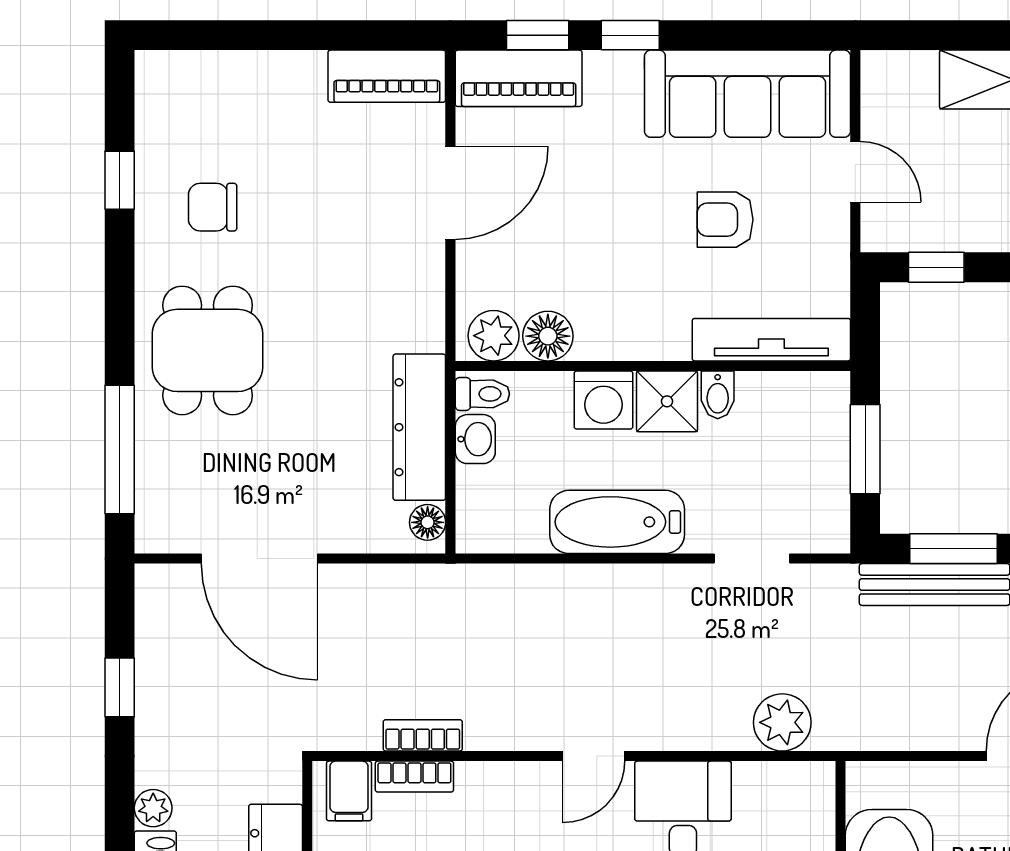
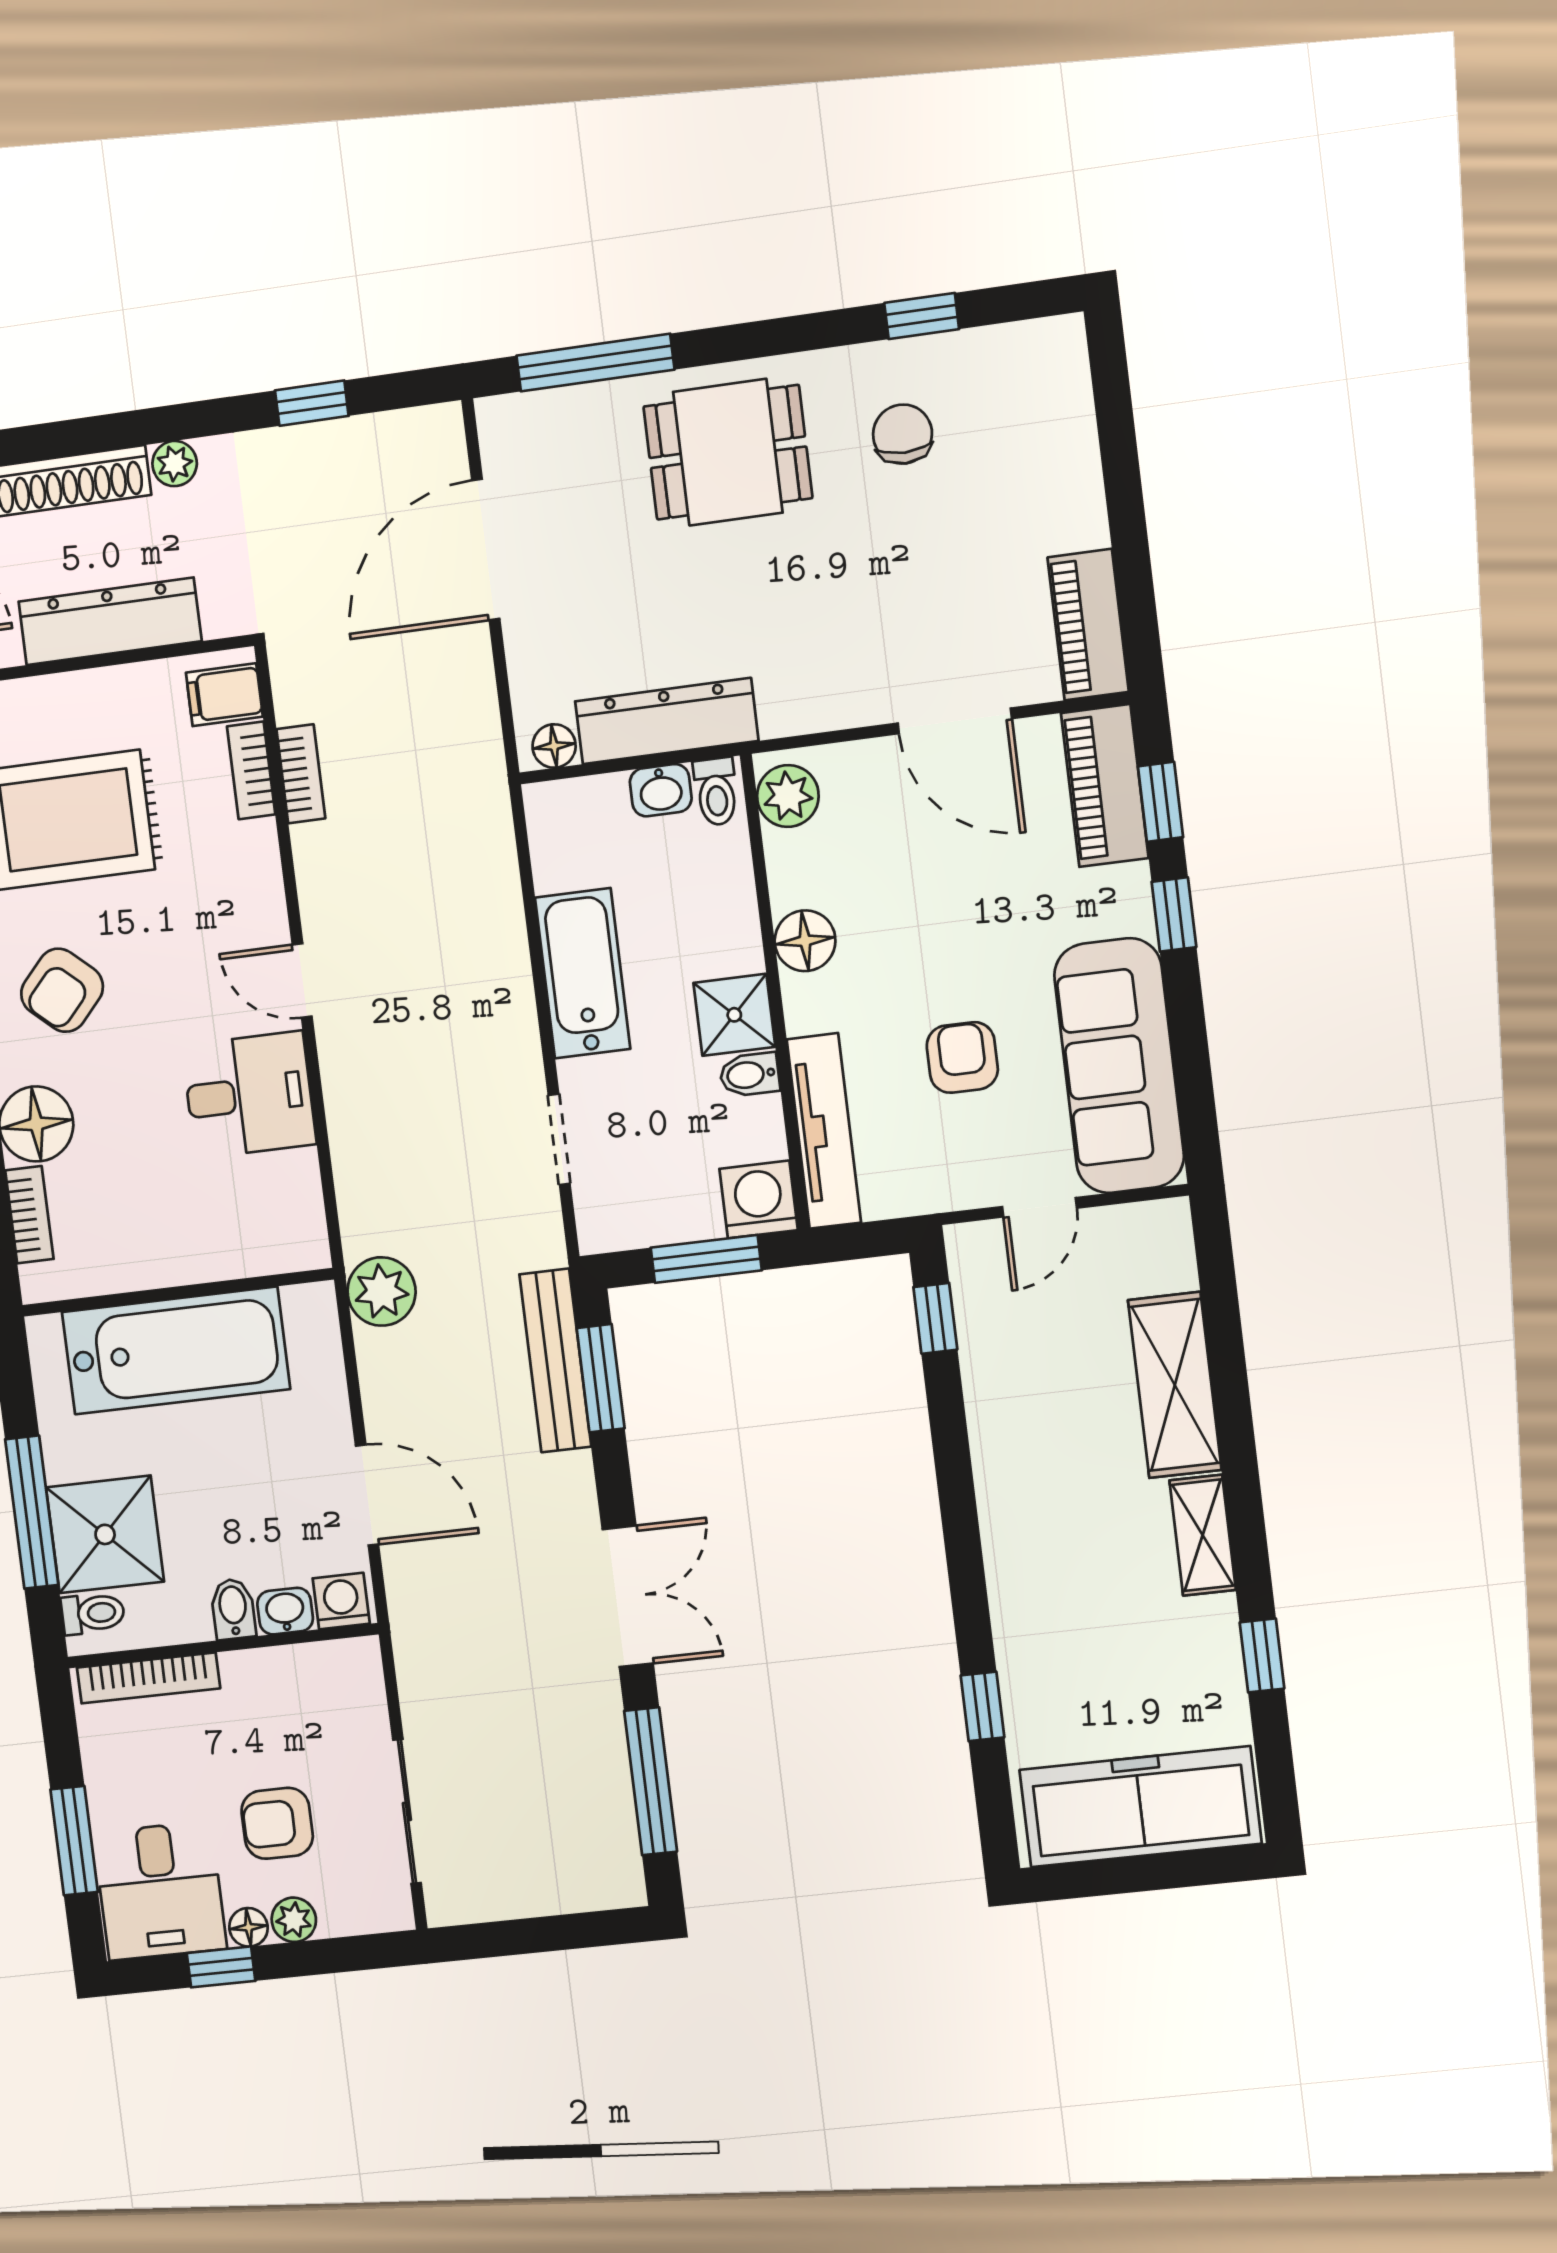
floor lamp: (548, 336) -> (805, 941), moved
washing machine: (603, 400) -> (759, 1199), moved, turned 90
plant: (782, 722) -> (382, 1291), moved

